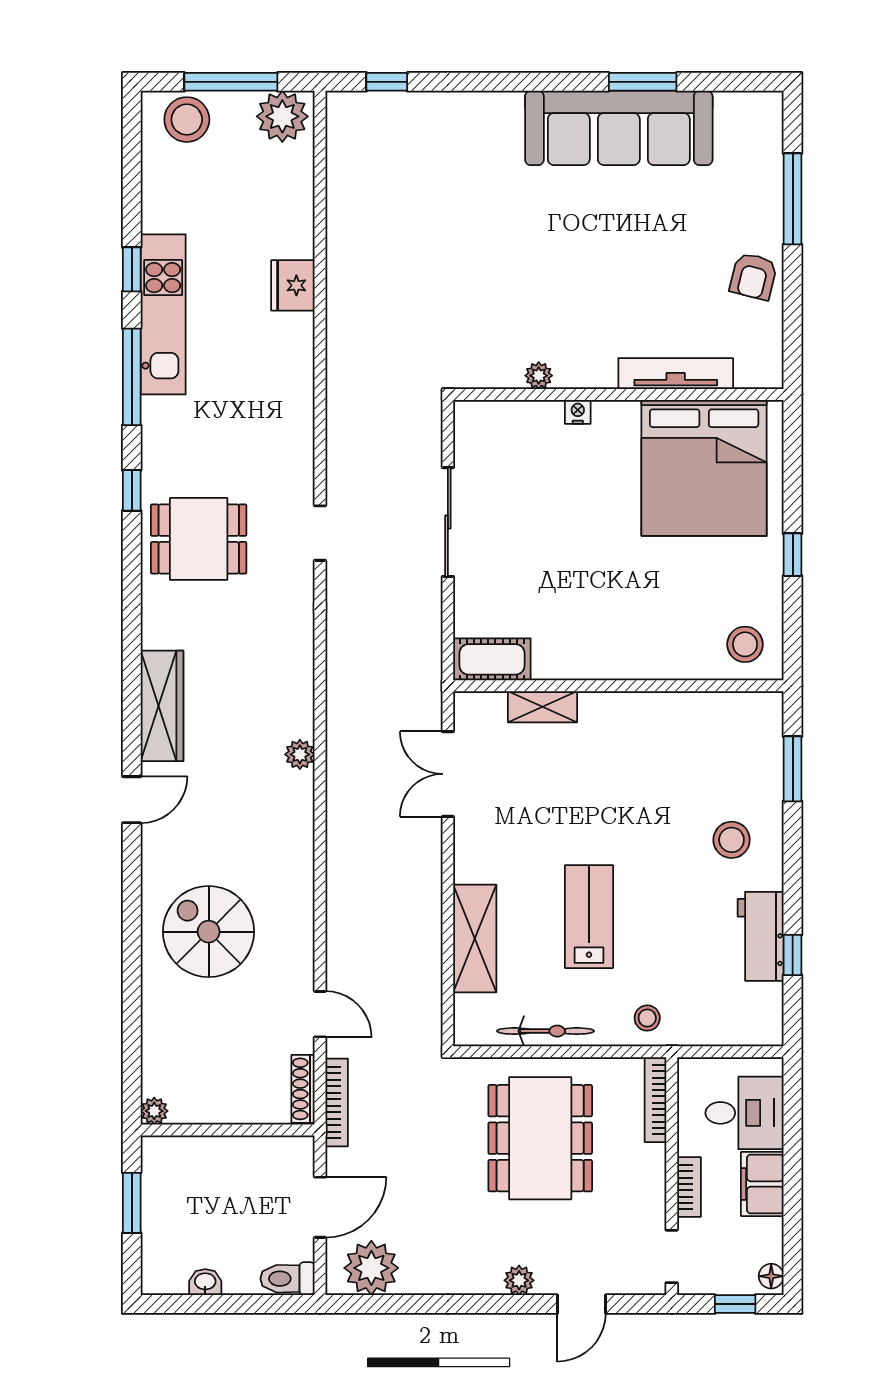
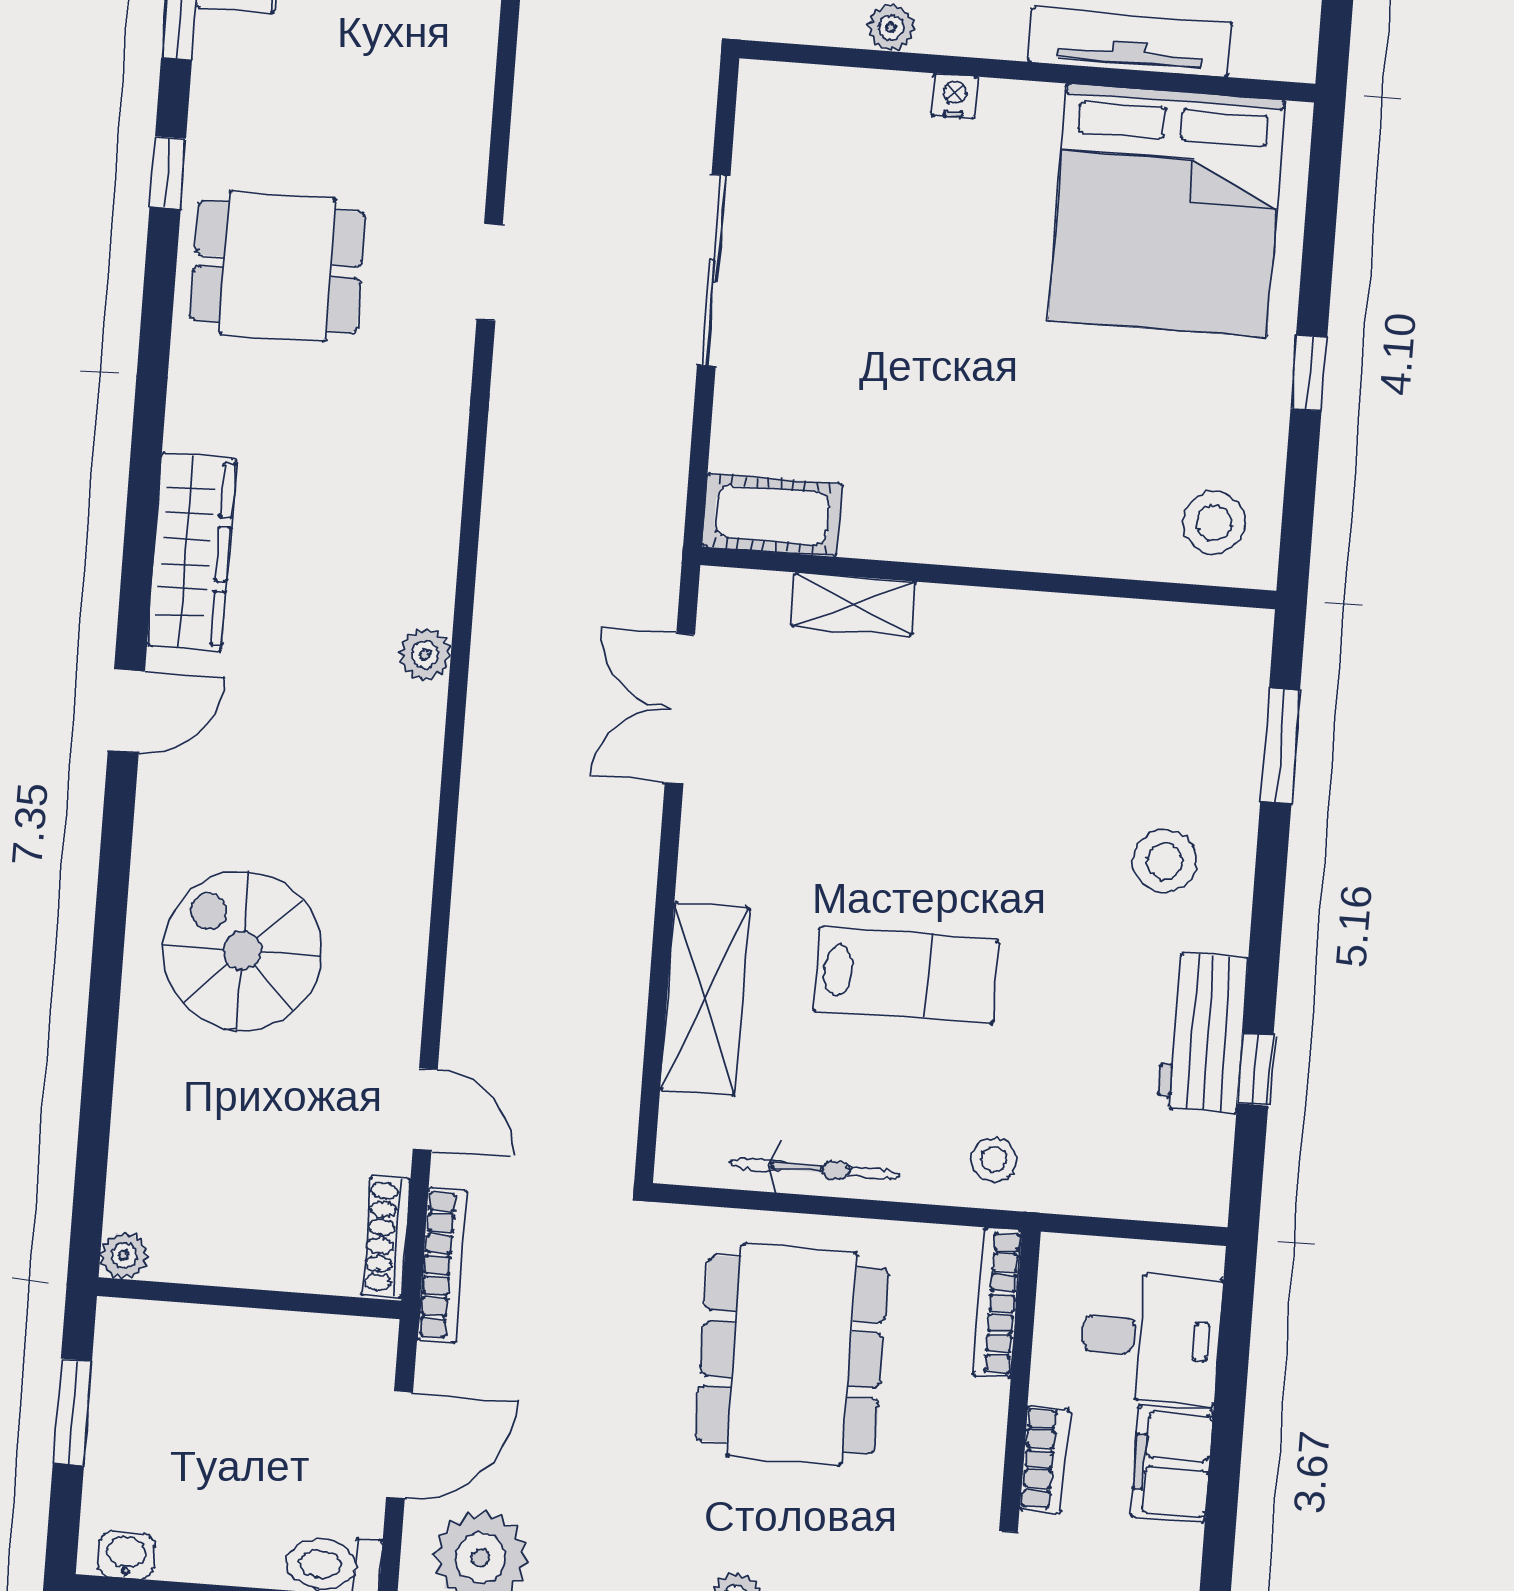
lab bench: (589, 917) -> (906, 975), turned 90
washbasin: (205, 1282) -> (126, 1555), moved

